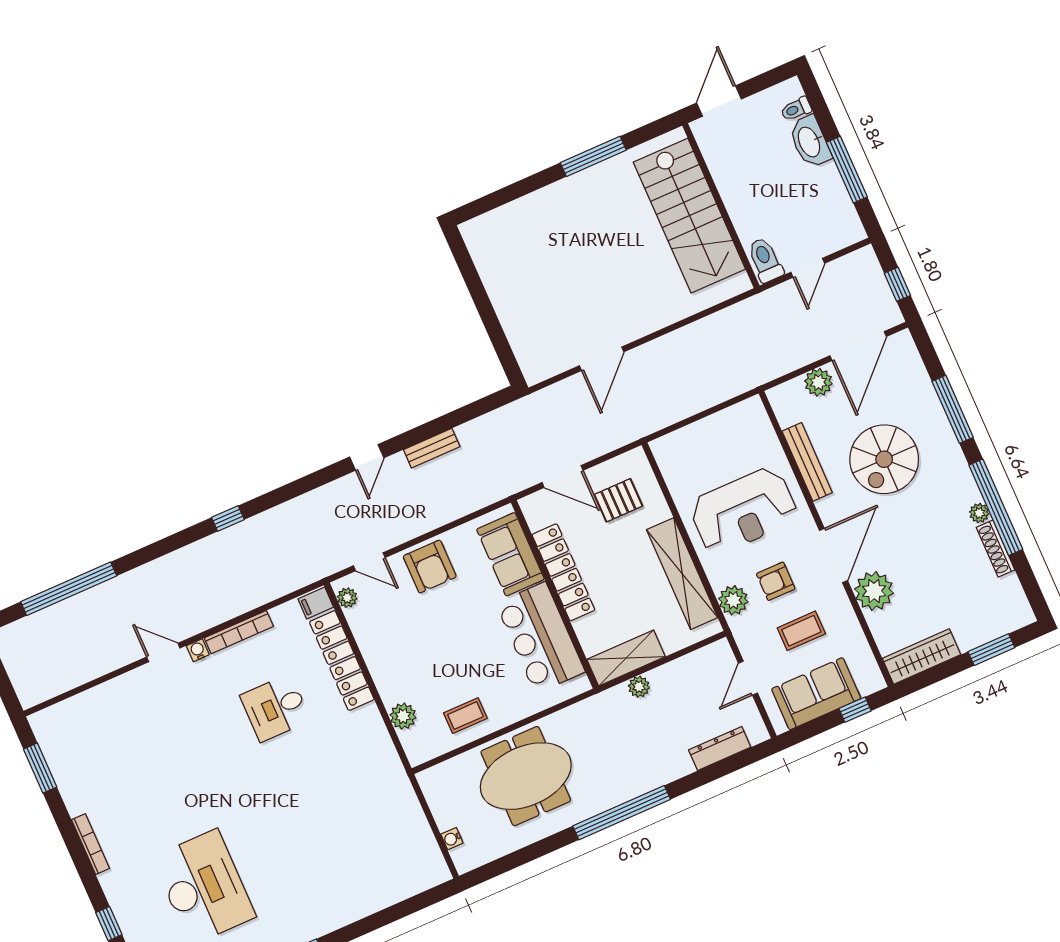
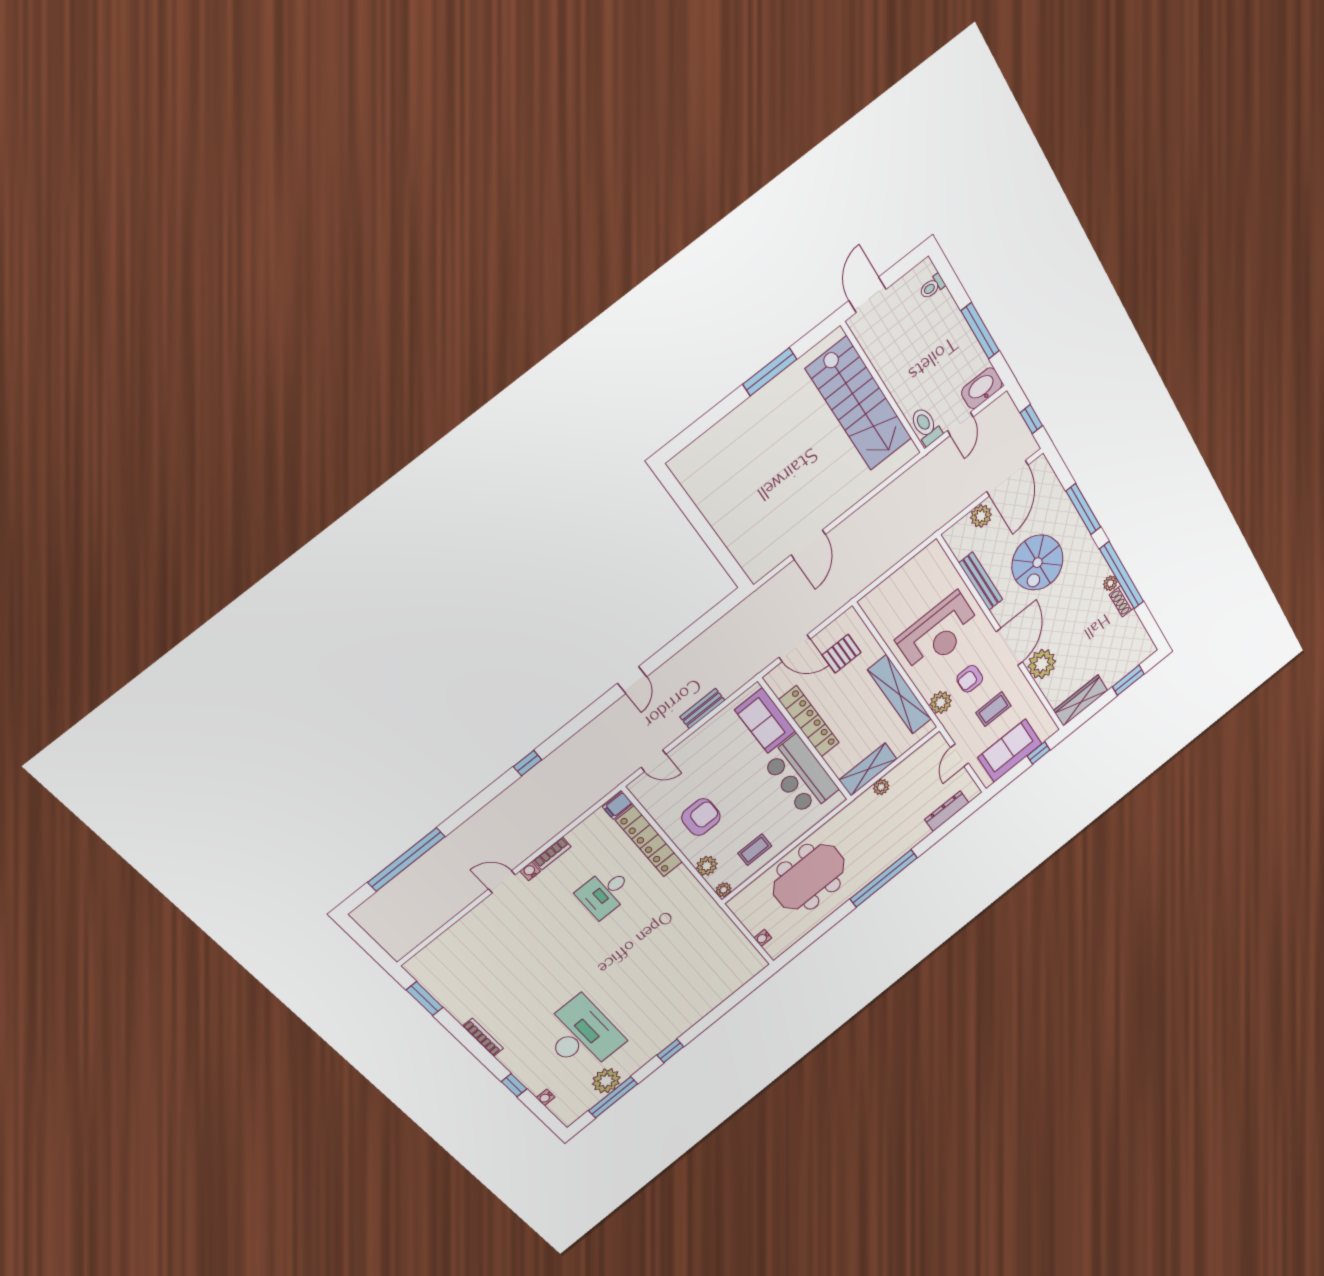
washbasin: (810, 142) -> (982, 388), moved, turned 90
bench: (432, 448) -> (702, 709), moved
shoe rack: (996, 549) -> (1122, 601), width x0.70
armchair: (430, 567) -> (701, 817), moved, turned -90
plant: (347, 598) -> (724, 890), moved
bookcase: (239, 632) -> (552, 853), width x0.64

